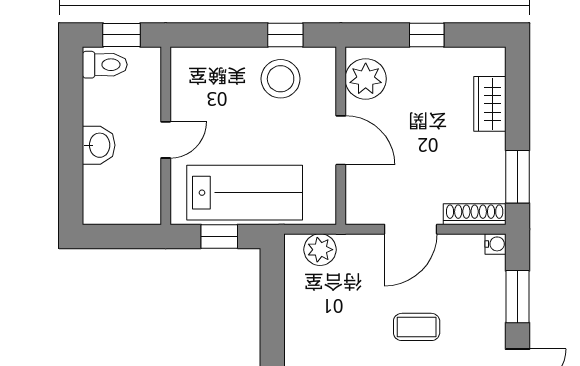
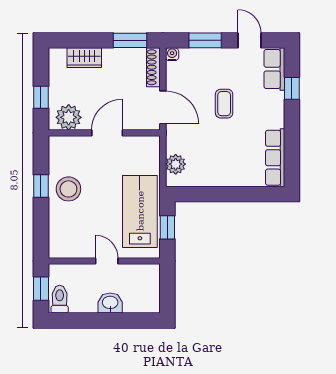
plant: (366, 79) -> (69, 117), moved
wall: (341, 136) -> (104, 133), moved
door: (341, 140) -> (107, 133), moved

